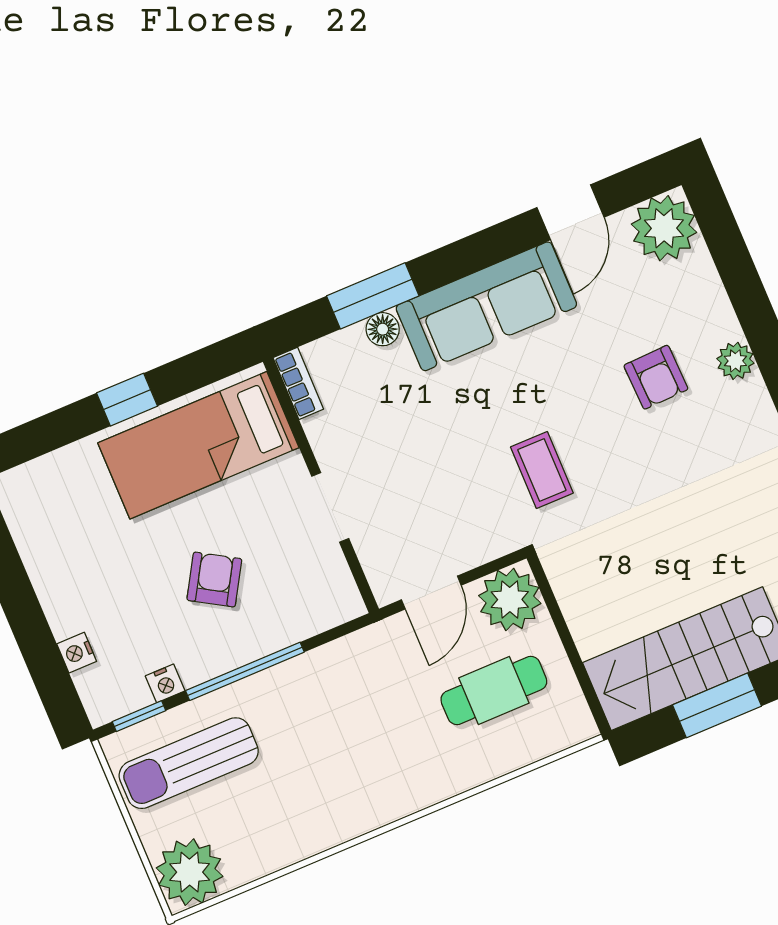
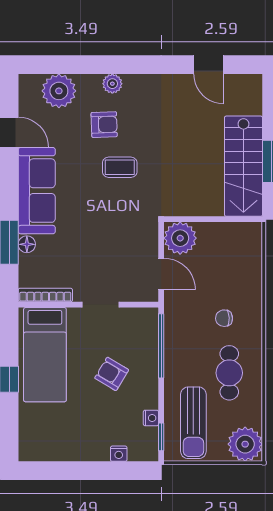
plant: (664, 228) -> (59, 91), moved
bookcase: (298, 383) -> (45, 295), width x1.56
coffee table: (542, 470) -> (120, 167), moved
window: (245, 671) -> (161, 346), moved
cafe table: (494, 690) -> (229, 373), moved
chair: (400, 739) -> (224, 318), added

